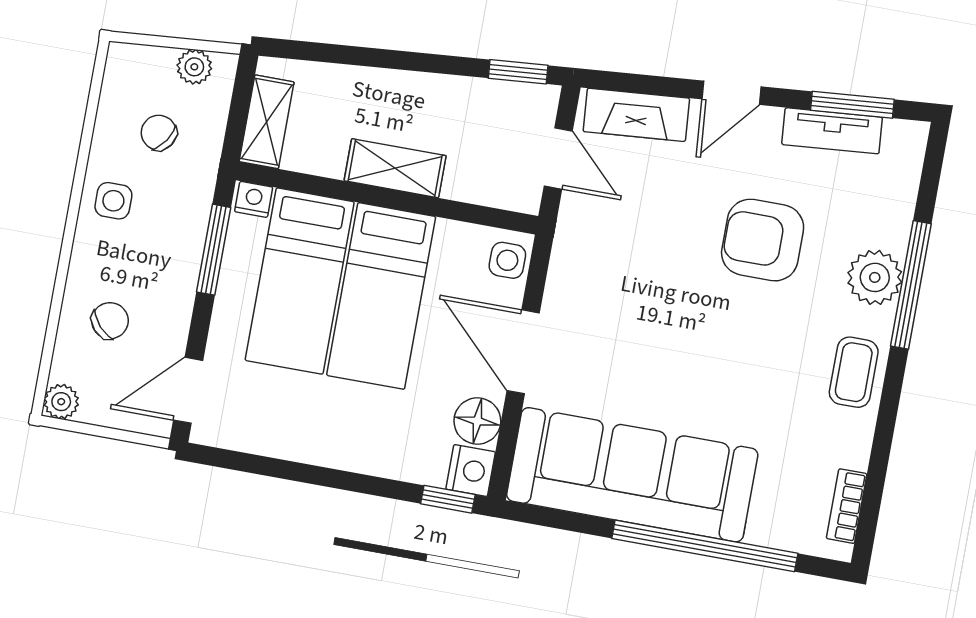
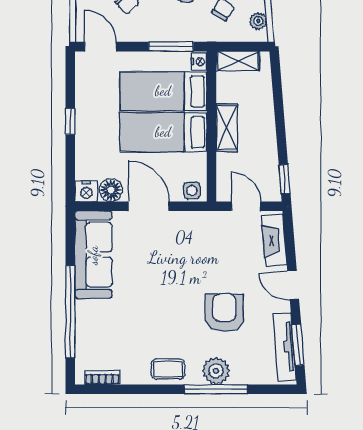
tv unit: (832, 131) -> (284, 347), width x1.41
door: (558, 159) -> (246, 206), swing flipped
door: (523, 352) -> (149, 206), hinge flipped
sofa: (632, 475) -> (93, 255), width x0.74, depth x0.79
window: (448, 499) -> (70, 121), moved

